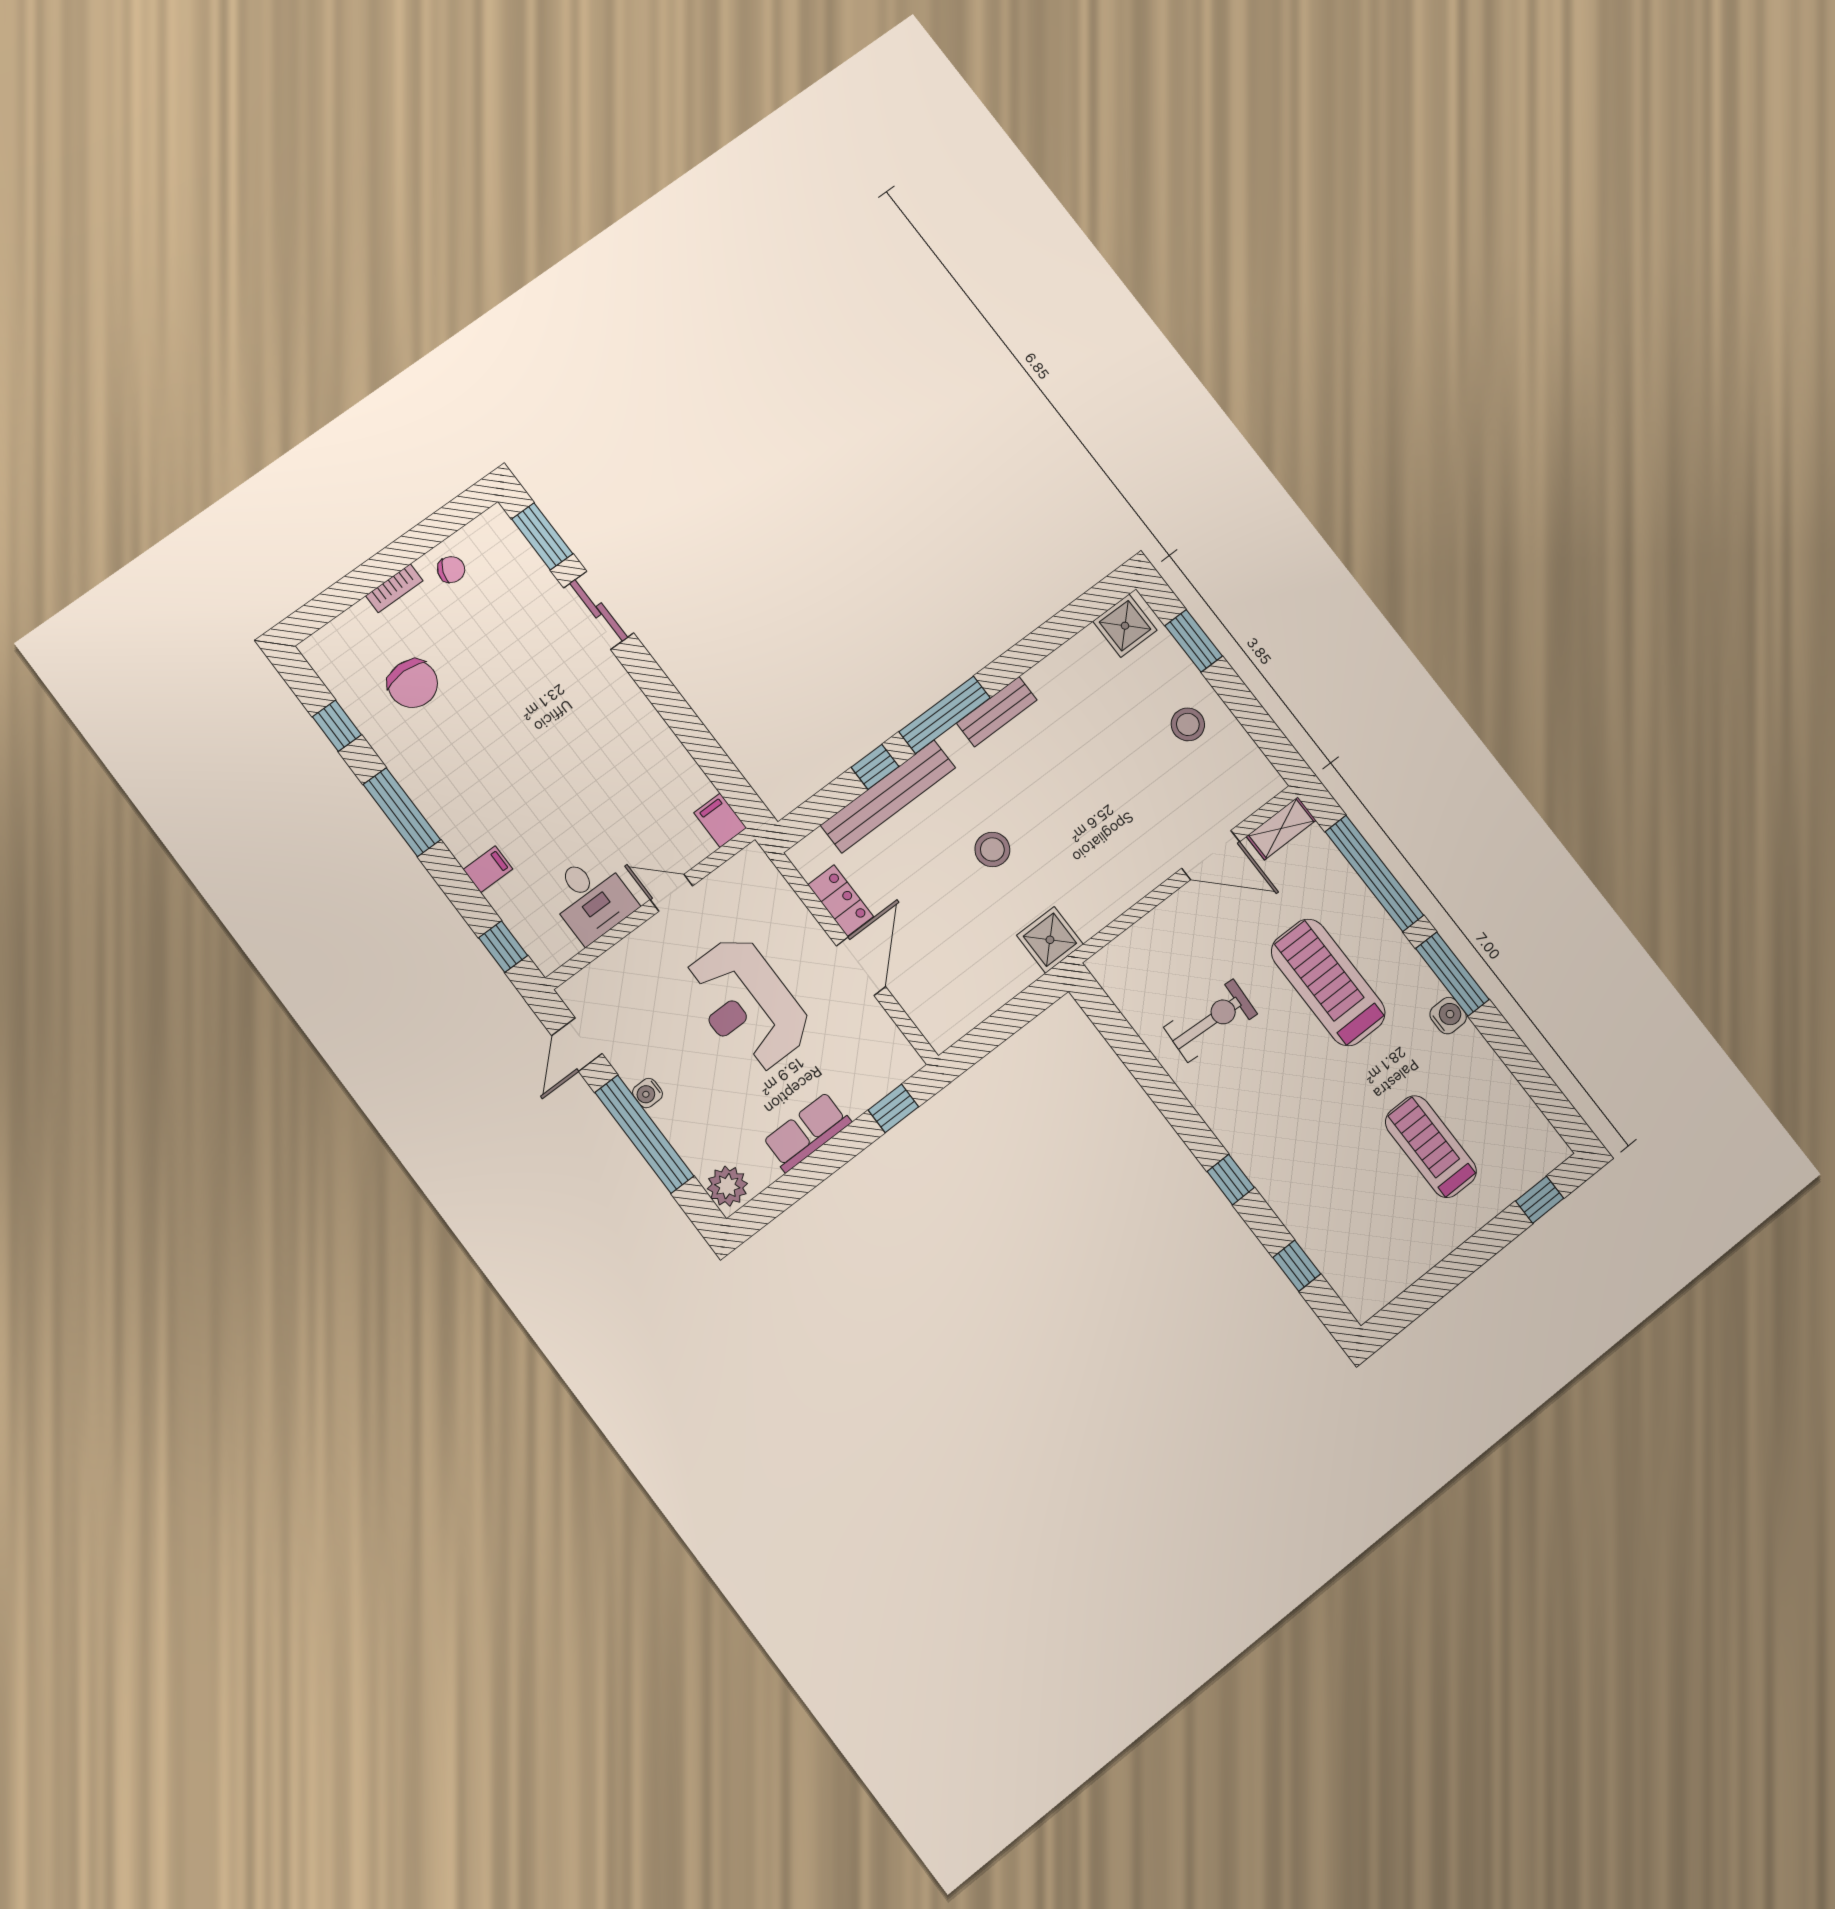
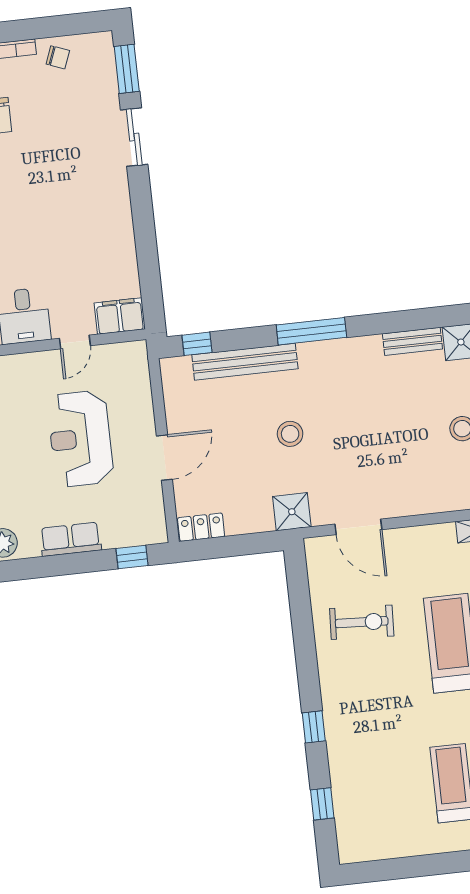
bench: (997, 712) -> (412, 341), moved
window: (875, 767) -> (197, 344), moved
filing cabinet: (720, 820) -> (120, 316), width x2.00
door: (1211, 855) -> (358, 527), moved
door: (671, 893) -> (75, 342), swing flipped
locker: (841, 901) -> (201, 527), moved, turned -90

